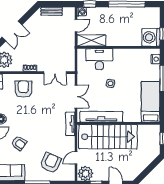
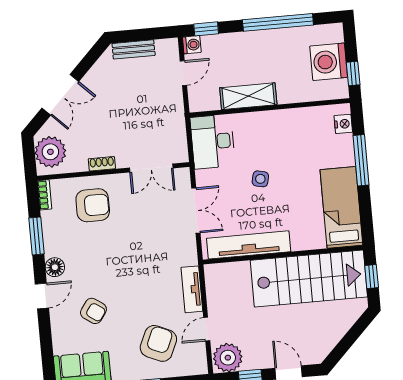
washing machine: (151, 37) -> (329, 62), moved
shelving: (91, 40) -> (248, 96), moved
desk: (99, 59) -> (213, 142), moved, turned -90
armchair: (23, 89) -> (93, 205), turned 90
tv unit: (70, 124) -> (192, 289), moved
stairs: (108, 137) -> (309, 279), moved

